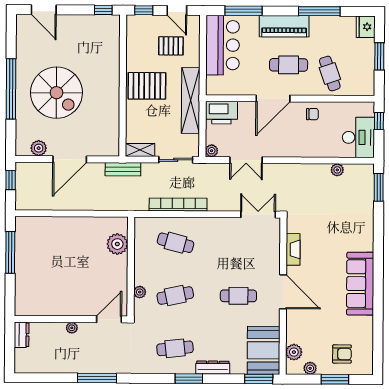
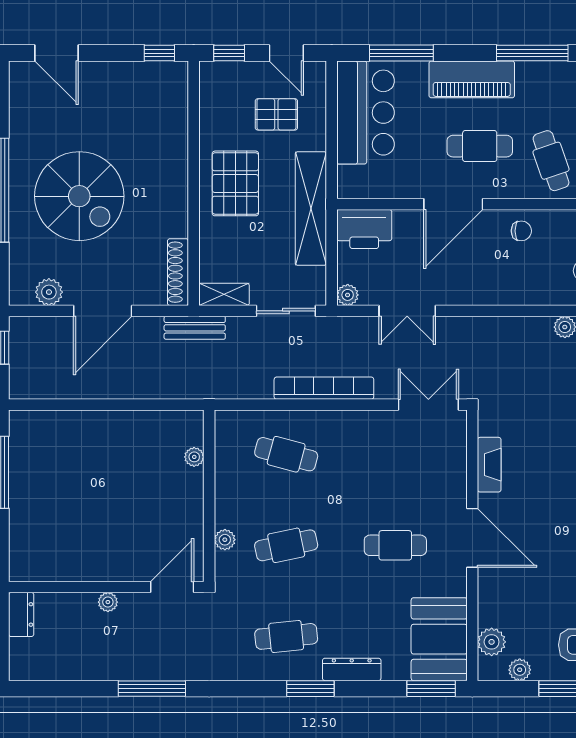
pallet: (147, 86) -> (235, 183), turned 90
shoe rack: (113, 137) -> (178, 272), added
bookcase: (178, 205) -> (324, 388), moved
plant: (117, 244) -> (194, 457), width x0.53, depth x0.53

